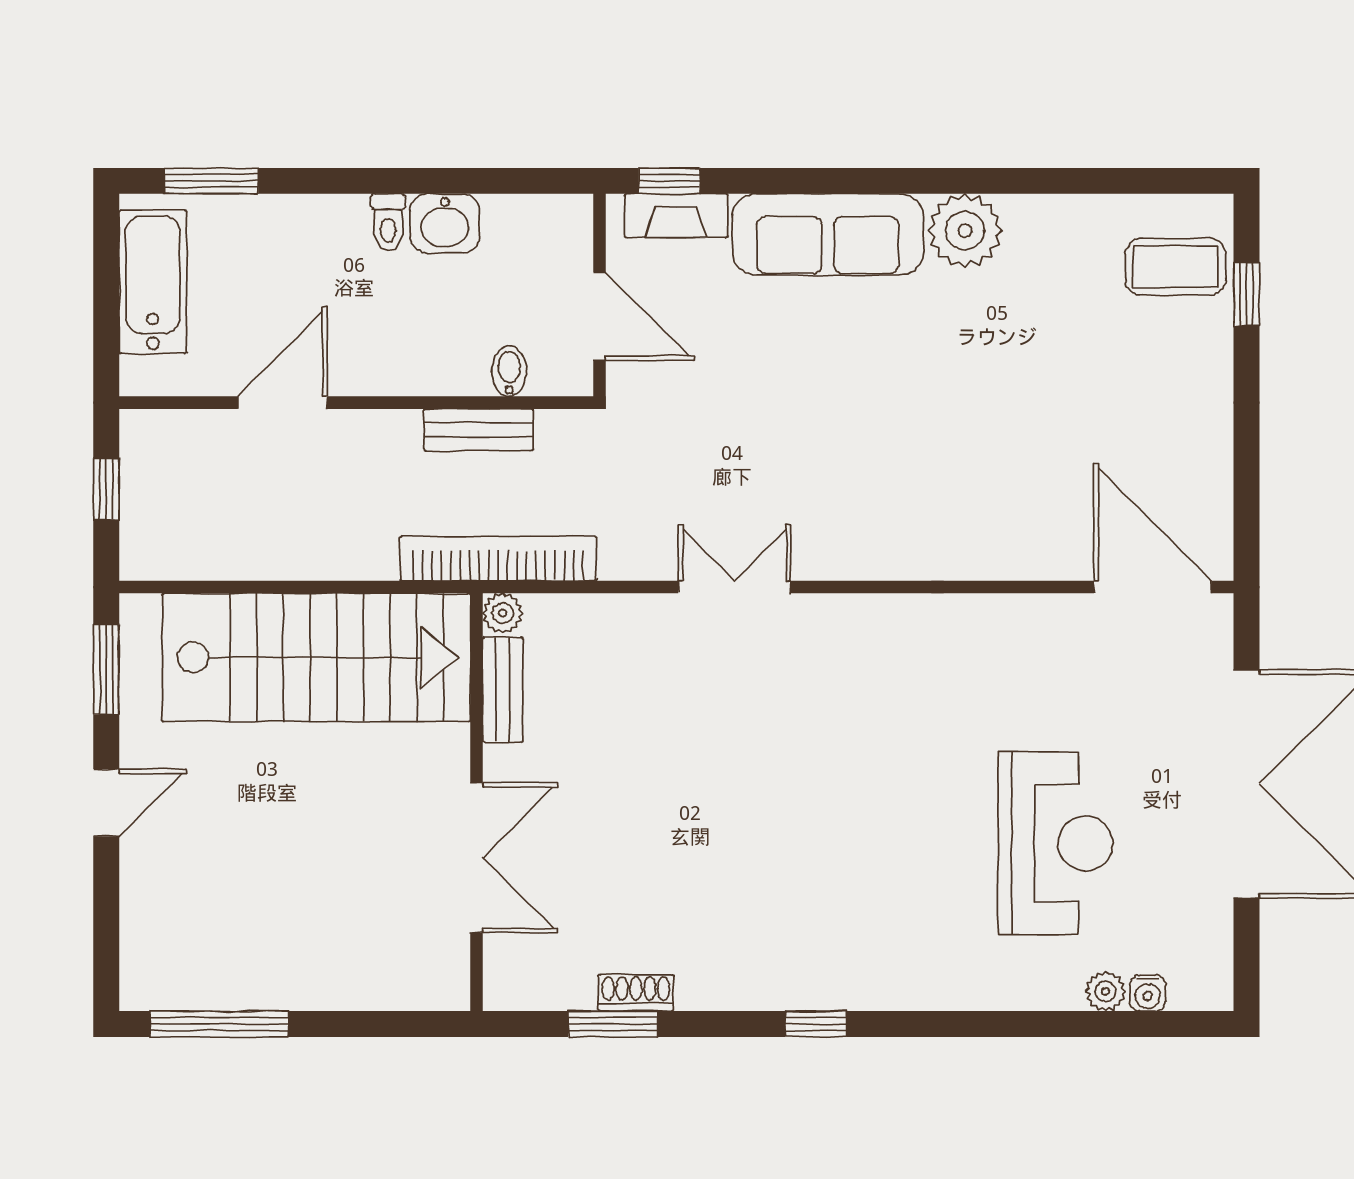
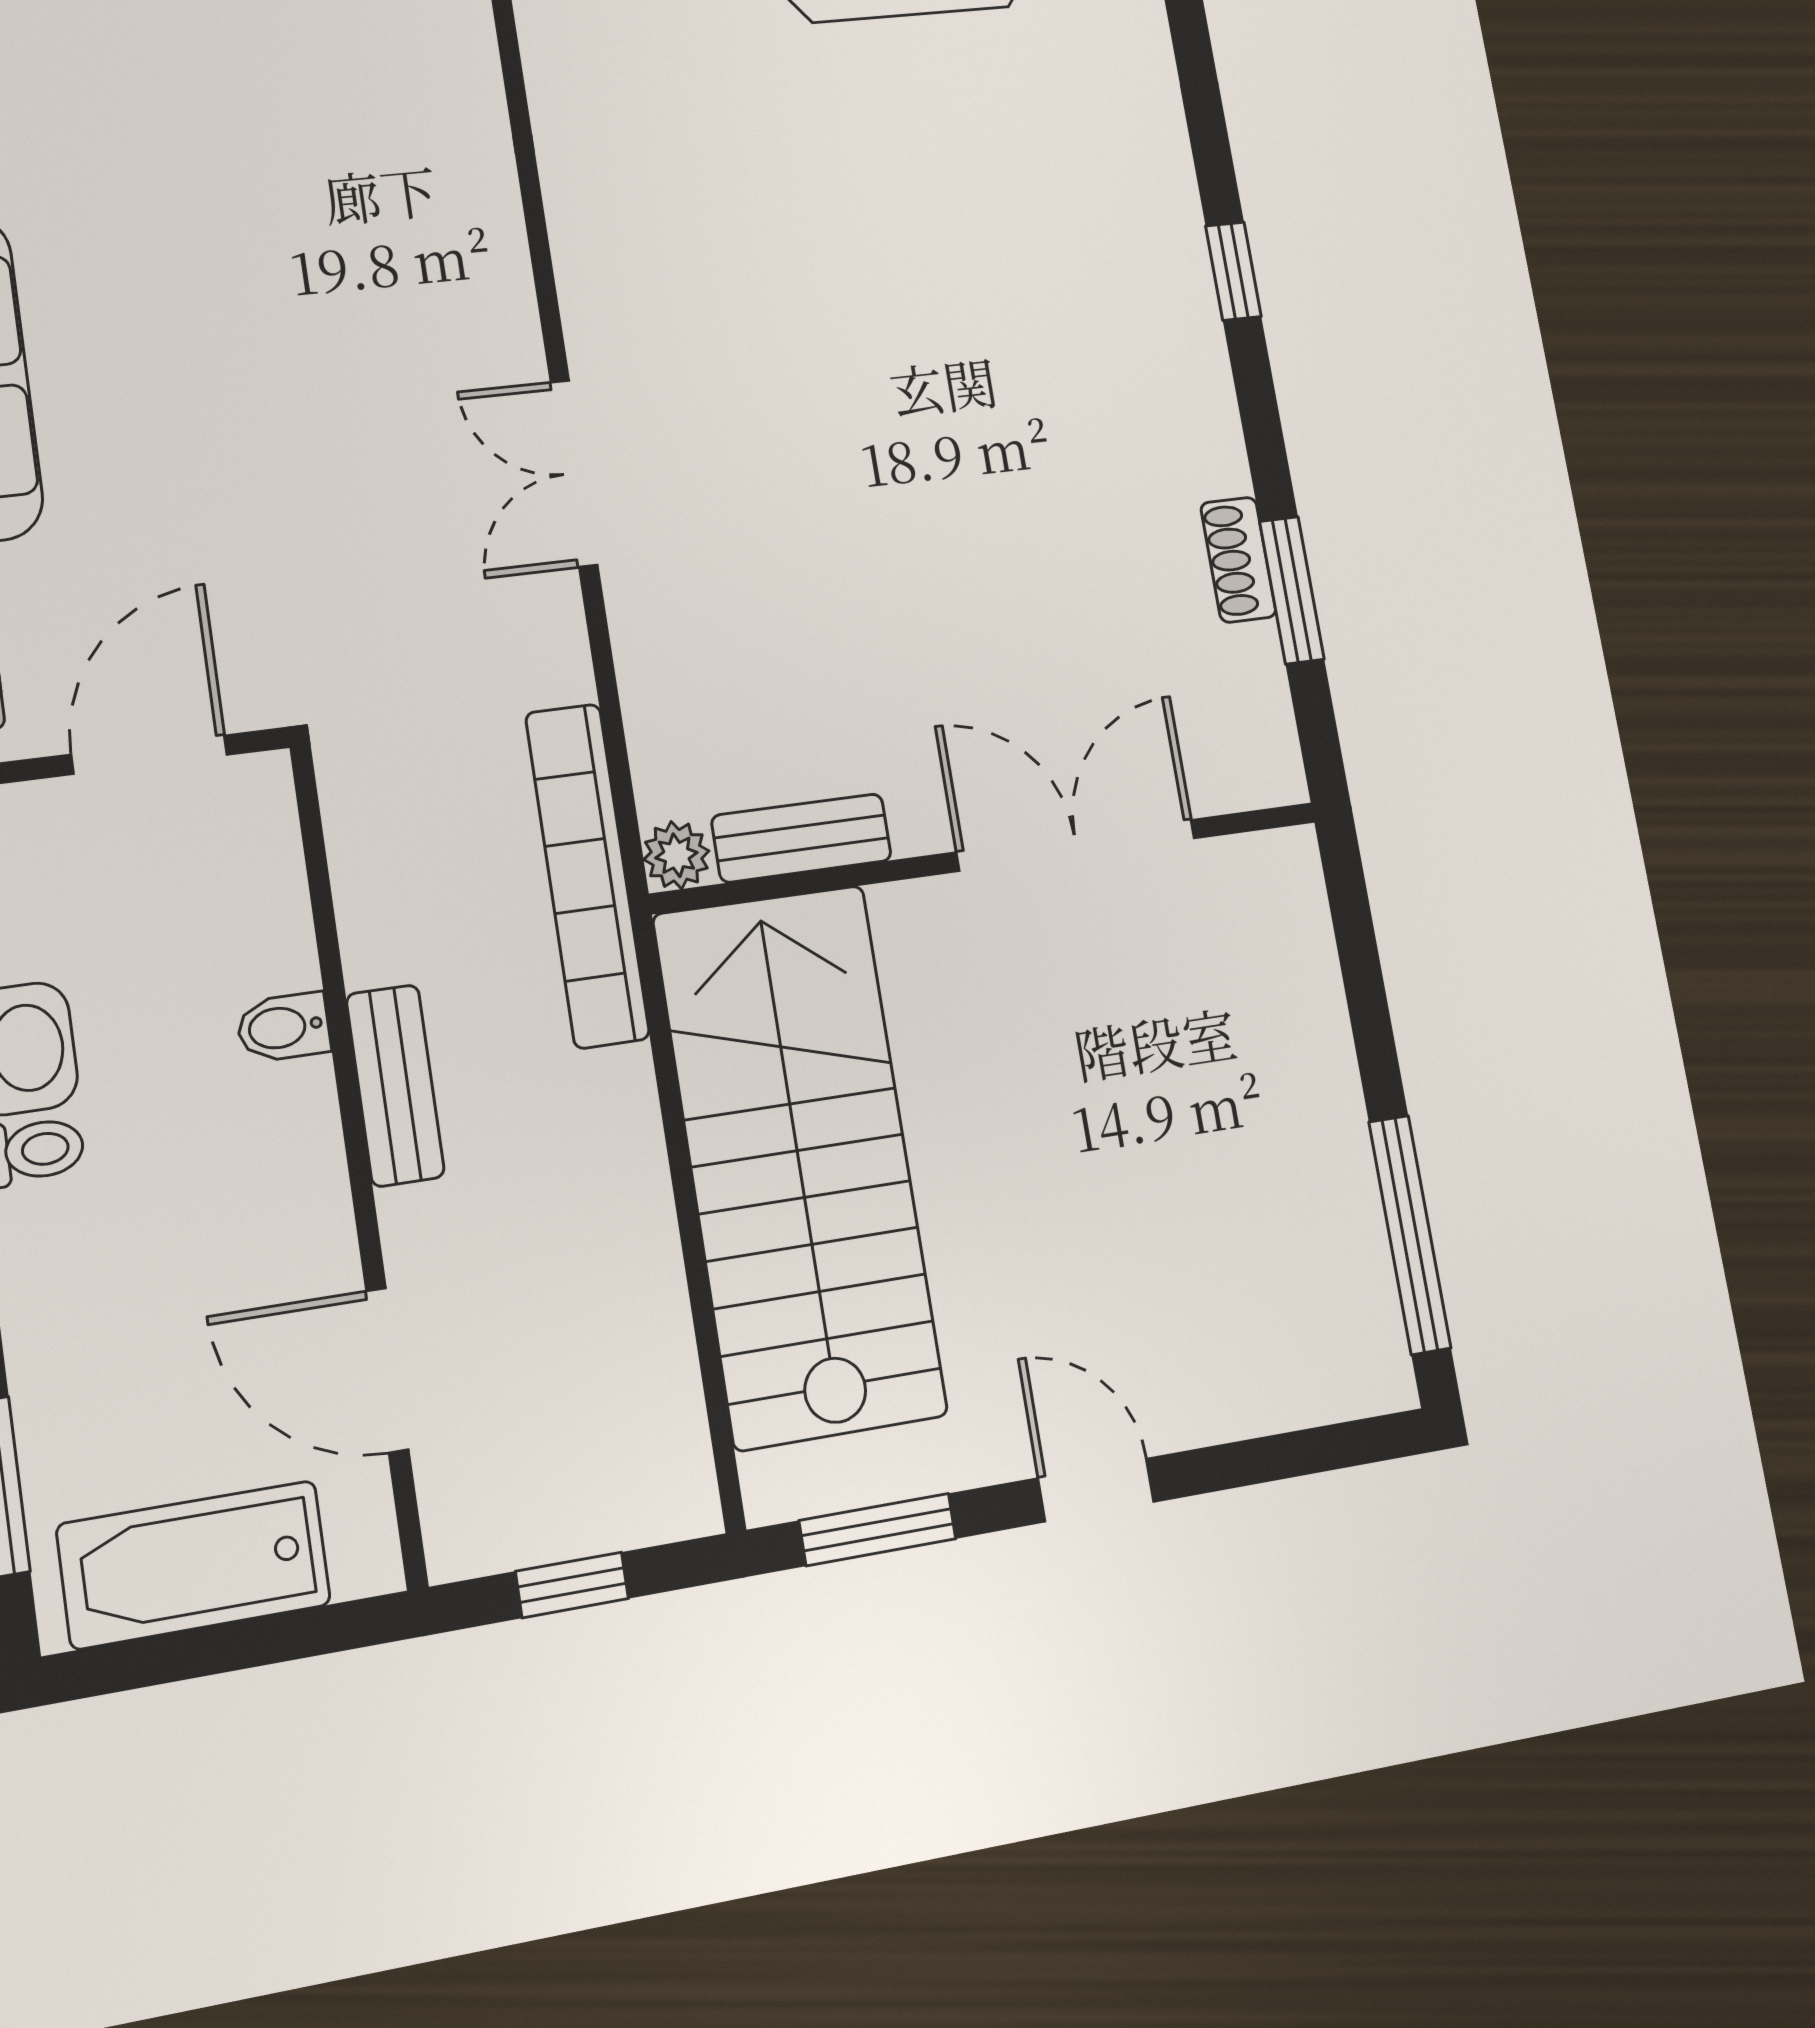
bidet: (509, 371) -> (283, 1027), moved
door: (282, 403) -> (387, 1370), moved
bench: (479, 430) -> (395, 1085), moved

